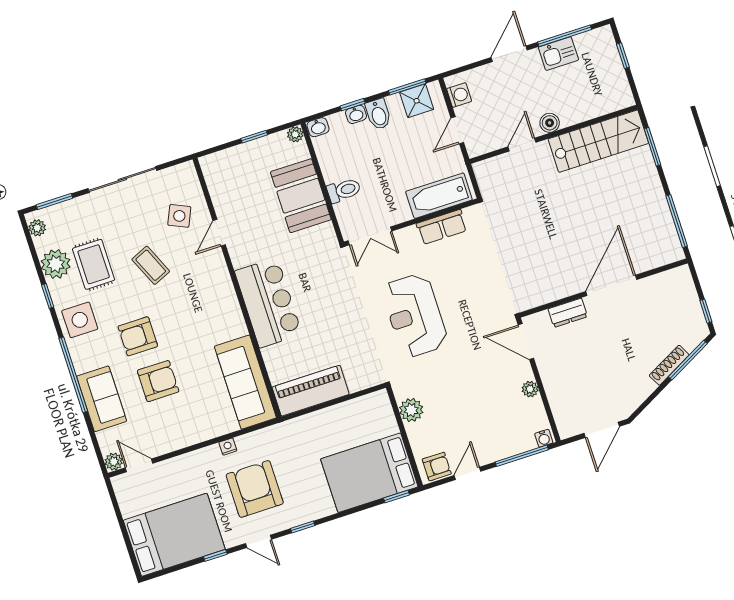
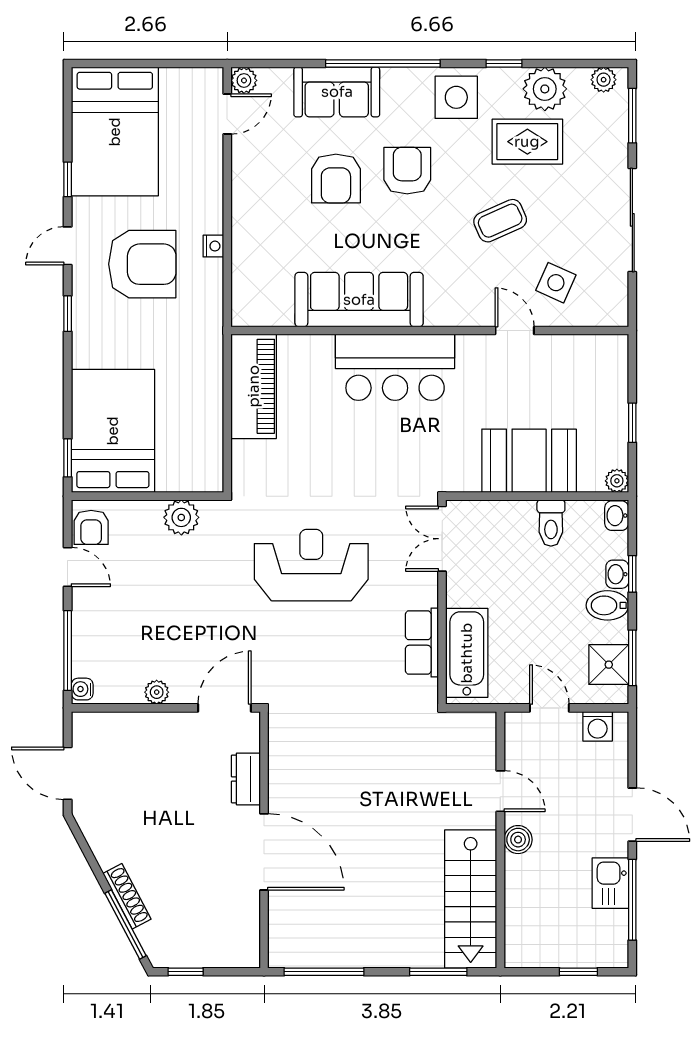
toilet: (344, 190) -> (551, 523), moved
sofa: (245, 382) -> (359, 300), moved

